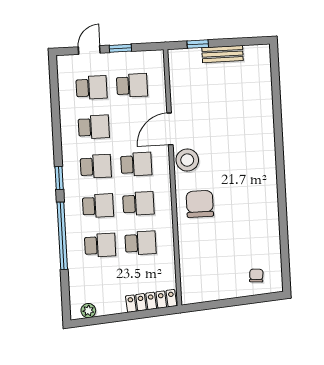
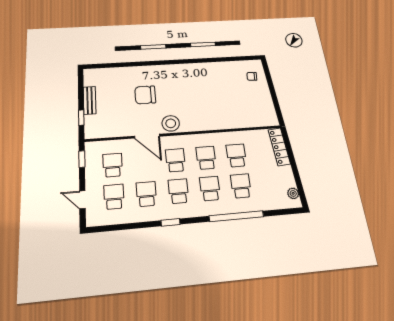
window: (120, 48) -> (82, 159), moved
window: (59, 178) -> (170, 222), moved
chair: (200, 204) -> (145, 95), moved

